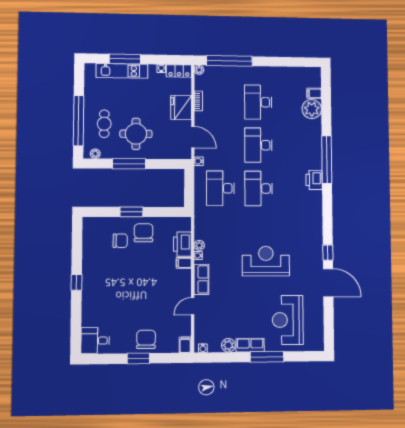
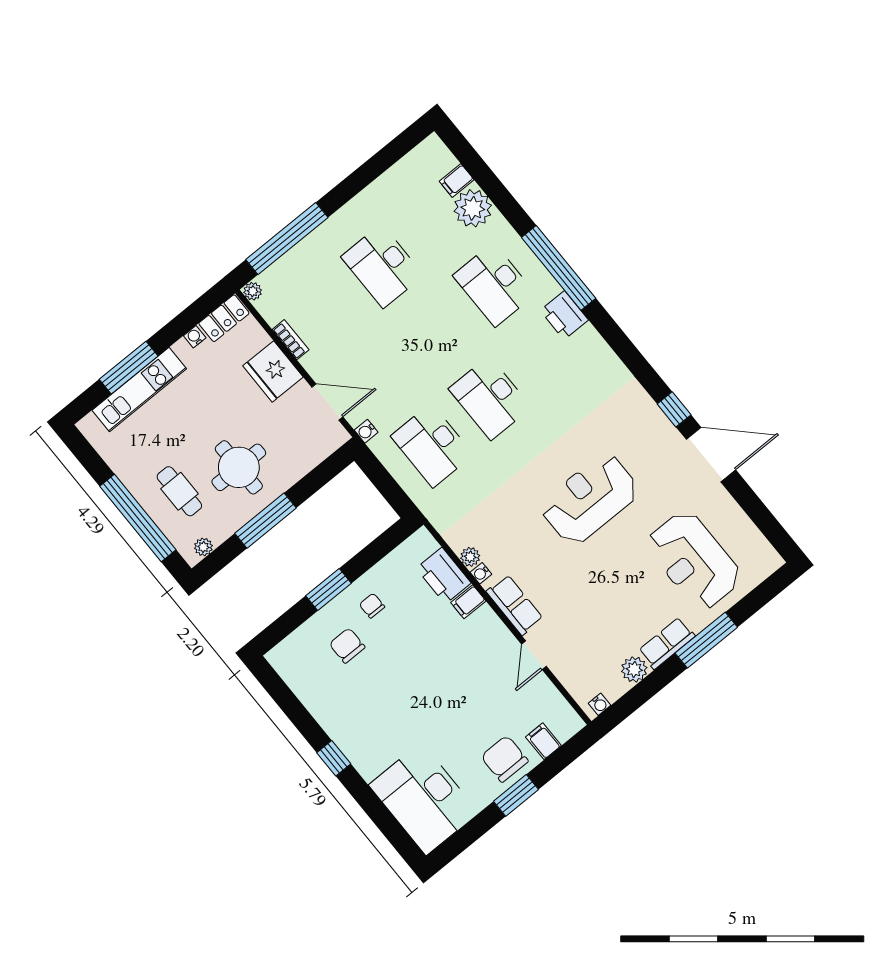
desk: (258, 145) -> (494, 285), moved
chair: (144, 233) -> (372, 606), width x0.54, depth x0.54
chair: (120, 241) -> (347, 646), turned -90
desk: (95, 341) -> (424, 799), width x1.87, depth x1.30
filing cabinet: (185, 345) -> (543, 741), moved

